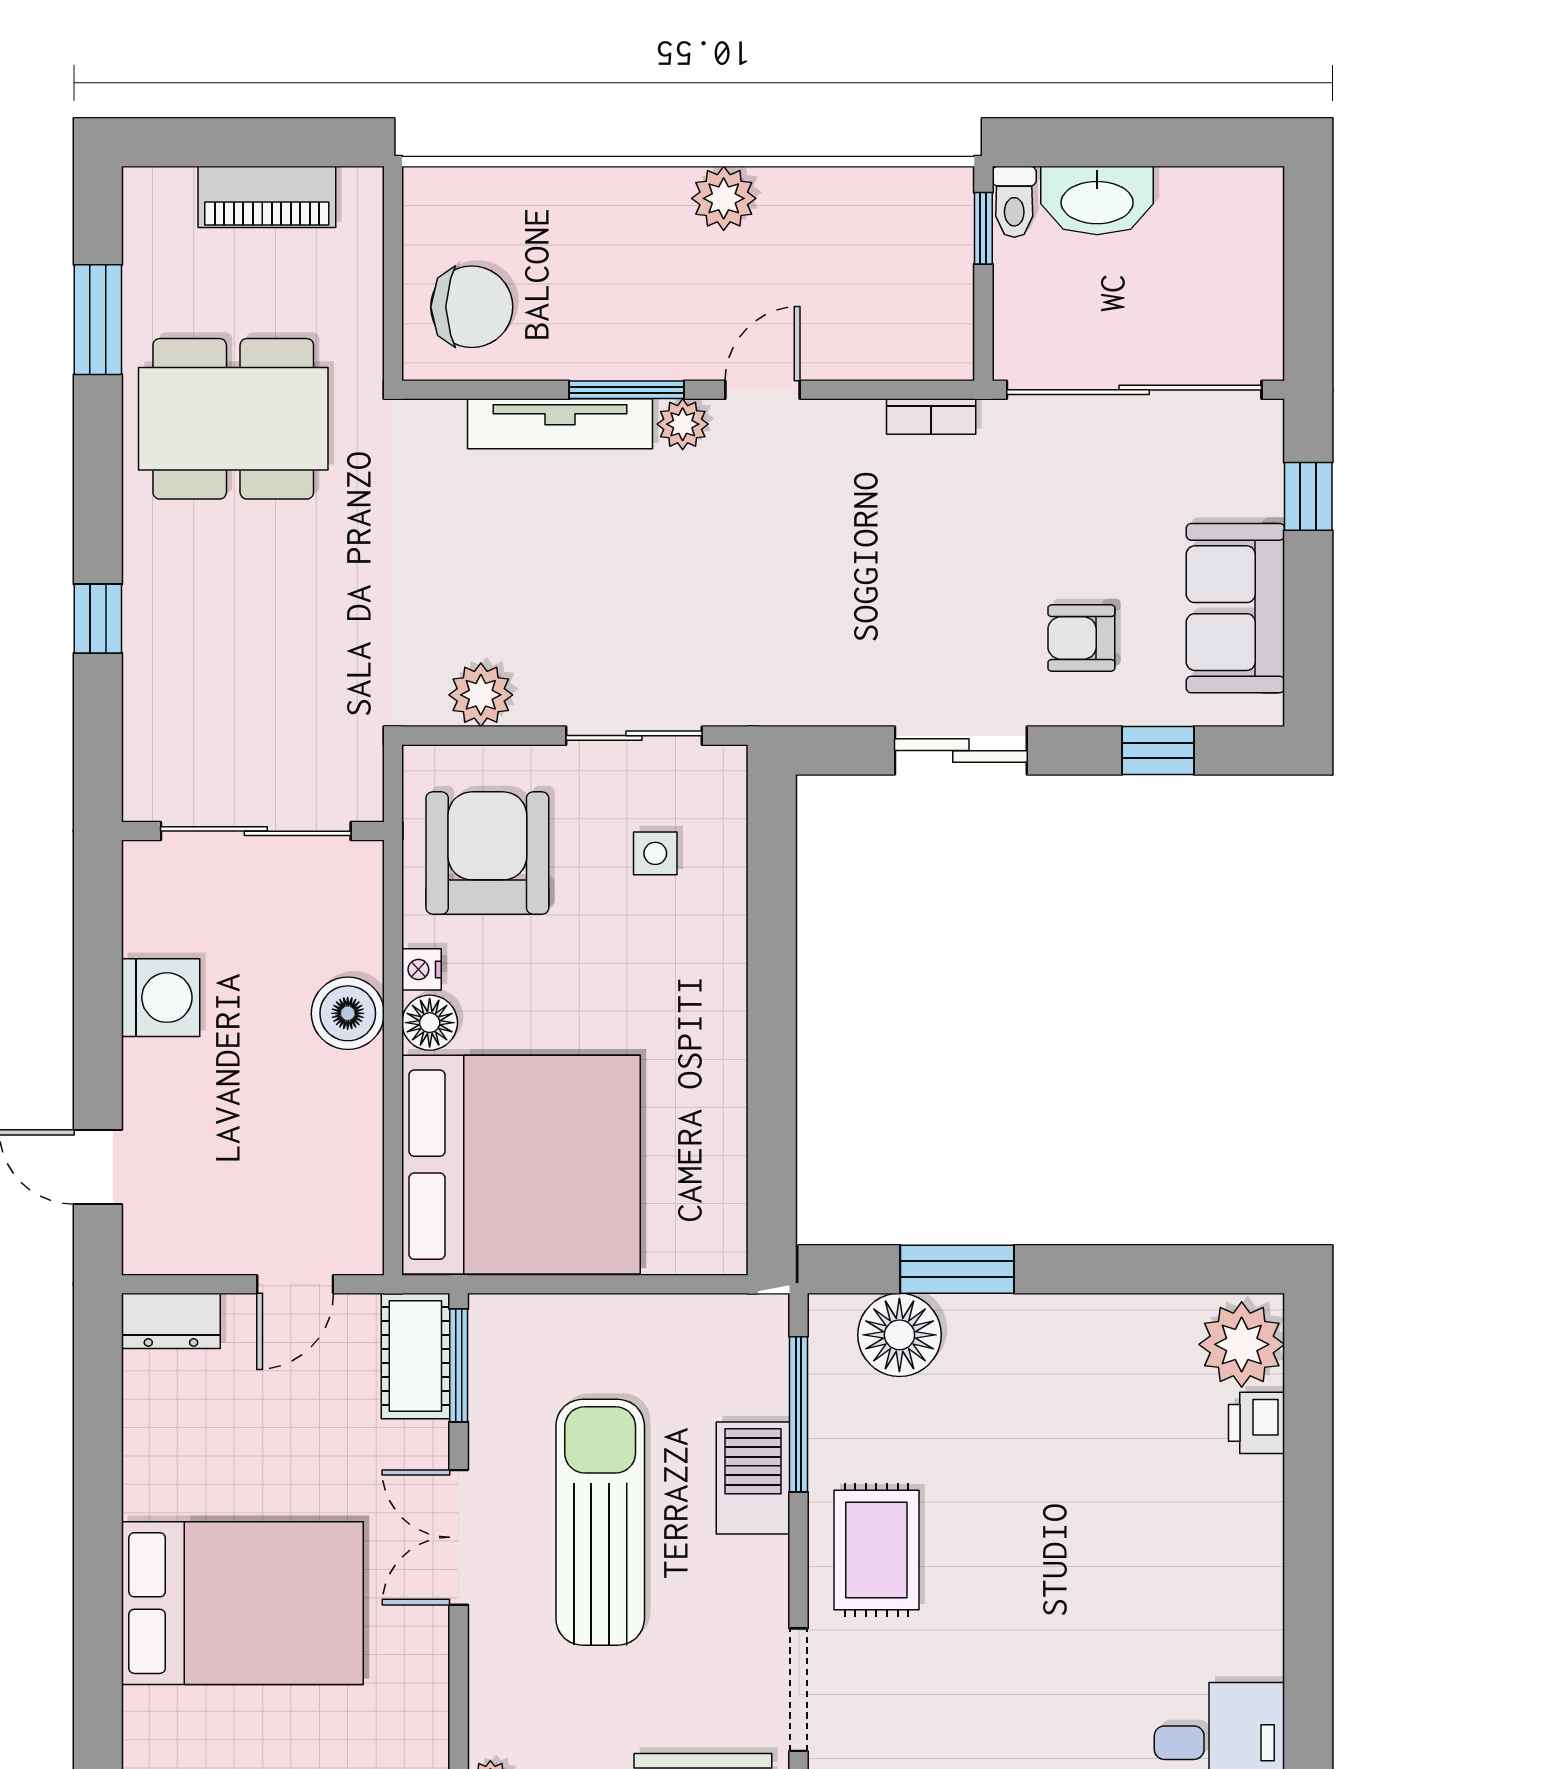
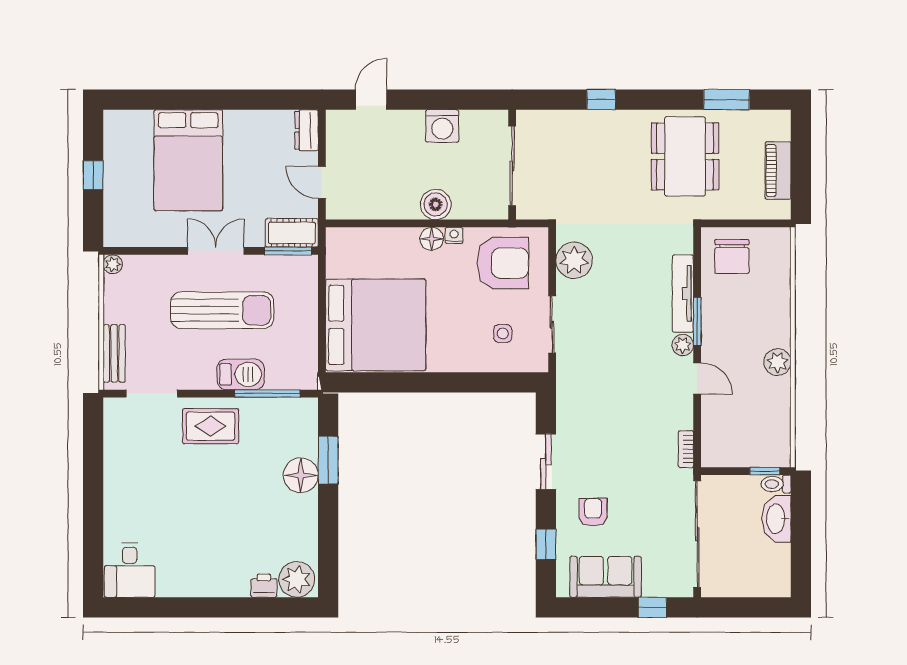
plant: (481, 695) -> (574, 260), width x1.36, depth x1.36
bed: (521, 1165) -> (376, 325), moved, turned -90
floor lamp: (899, 1335) -> (301, 475), moved

